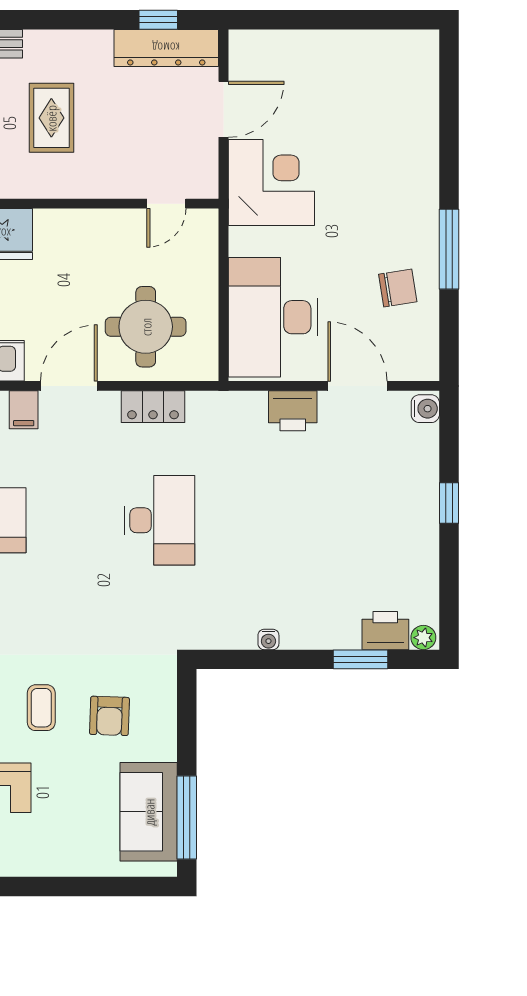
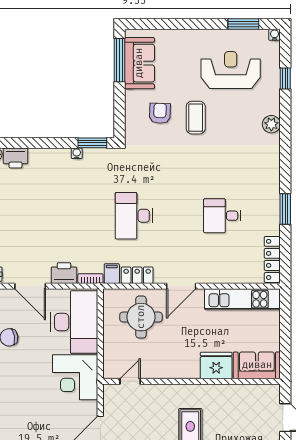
corner desk: (271, 183) -> (75, 377), moved
bookcase: (242, 400) -> (90, 279), added
filing cabinet: (24, 410) -> (112, 274), moved
window: (360, 659) -> (92, 143), moved
coffee table: (41, 708) -> (196, 118), width x1.36, depth x1.30

